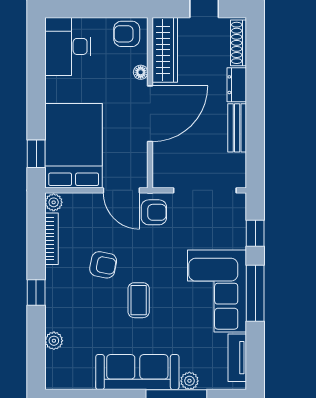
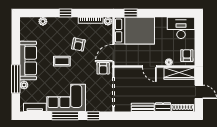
door: (150, 114) -> (149, 66), width x0.53

